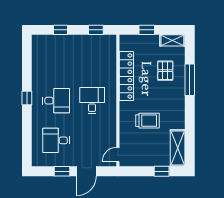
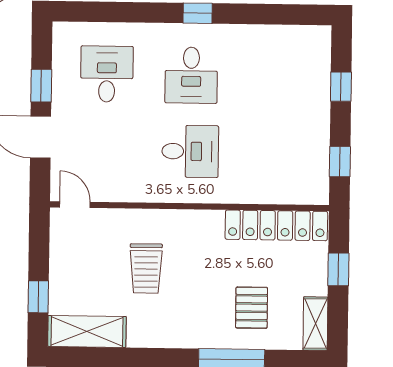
pallet: (165, 71) -> (252, 308), turned 90
locker: (126, 76) -> (276, 225), moved

